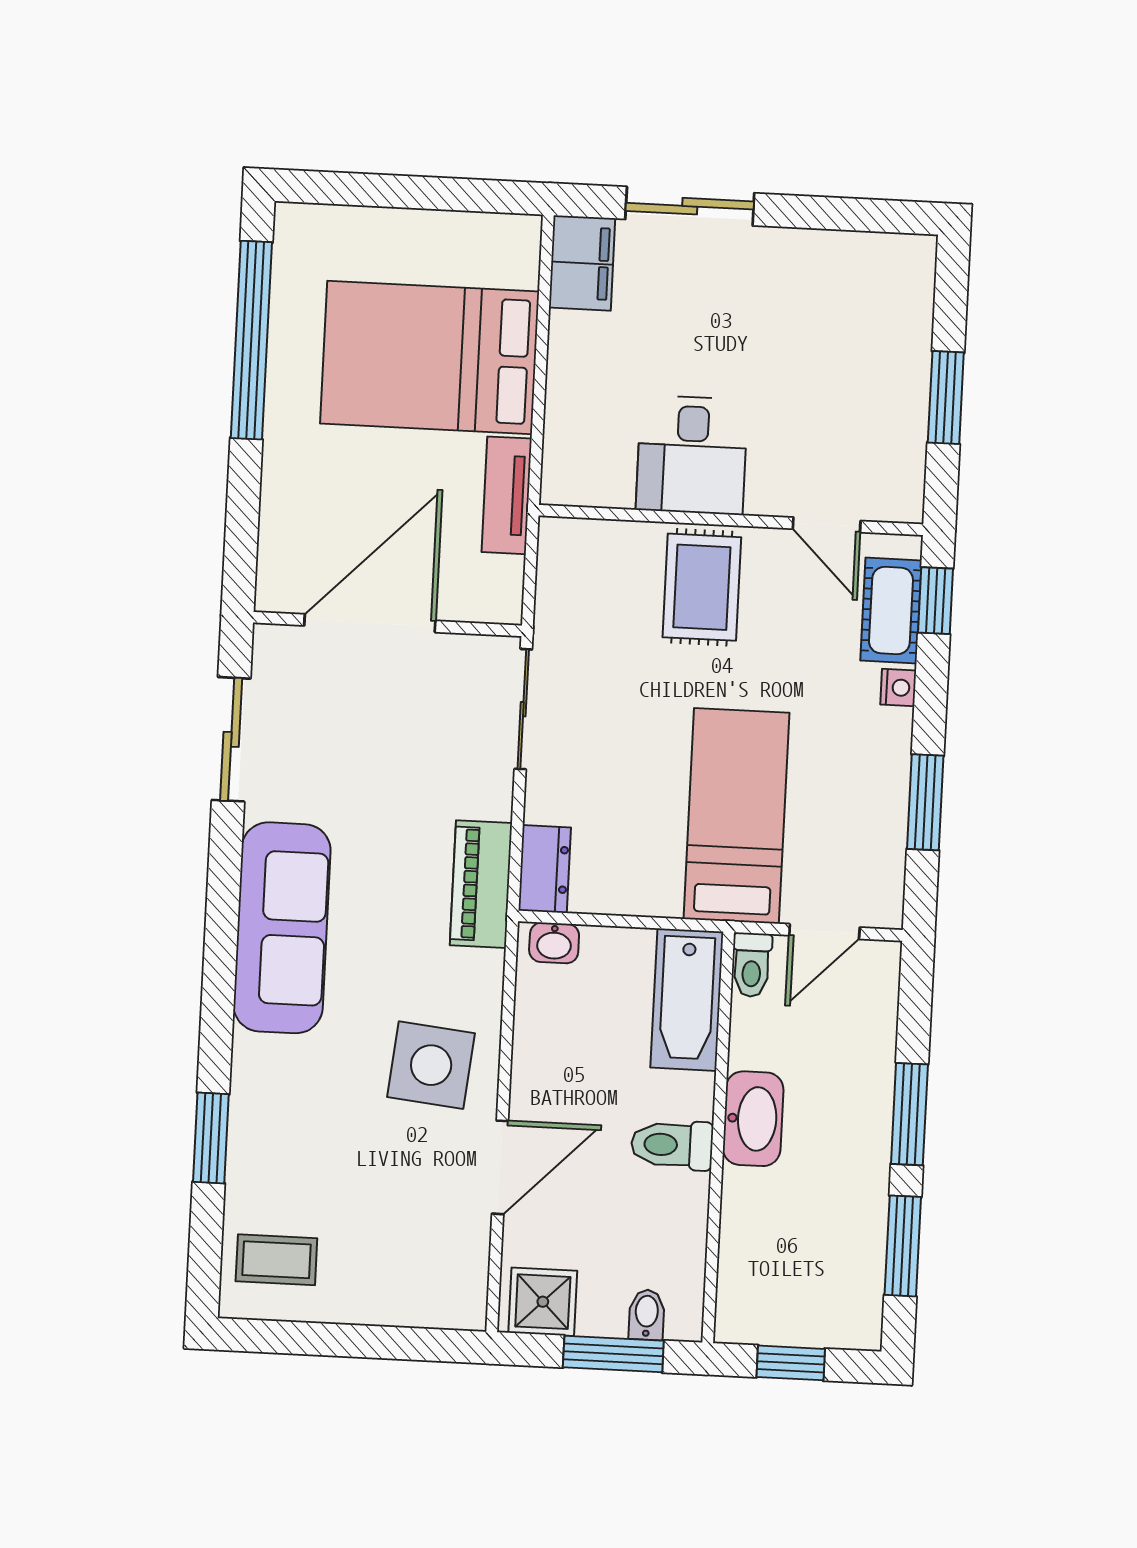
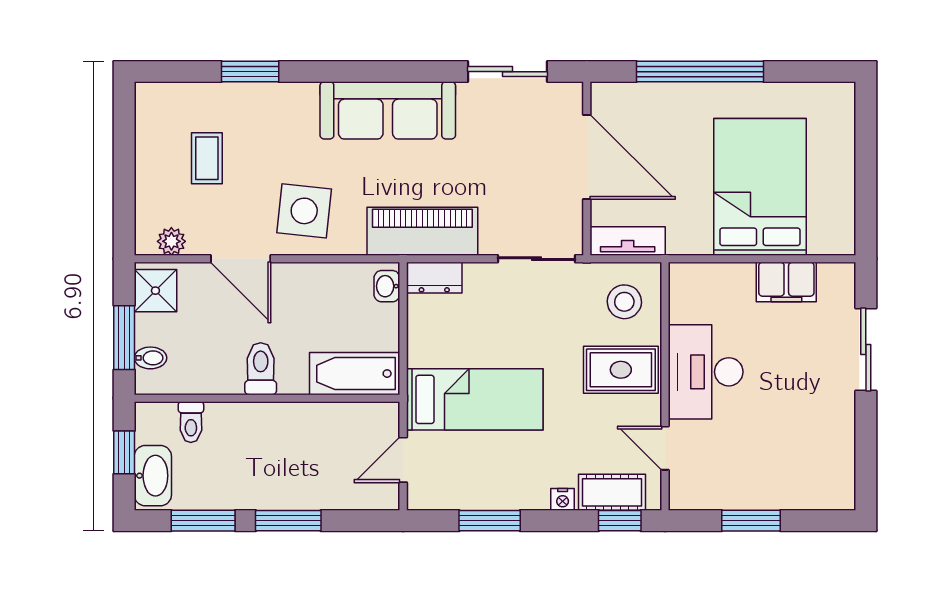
filing cabinet: (582, 263) -> (786, 282), moved
window: (251, 340) -> (700, 72), moved
desk: (692, 455) -> (706, 372), width x1.37
tv unit: (507, 495) -> (628, 241), moved
door: (827, 525) -> (665, 448), hinge flipped
stool: (597, 576) -> (624, 302), added
piano: (481, 884) -> (422, 231), width x1.37, depth x1.33
door: (824, 931) -> (403, 460), hinge flipped
toilet: (752, 965) -> (191, 422), moved, turned -90
washbasin: (753, 1119) -> (153, 476), moved, turned -90
coffee table: (276, 1260) -> (207, 158), moved
plant: (468, 1273) -> (171, 241), added

